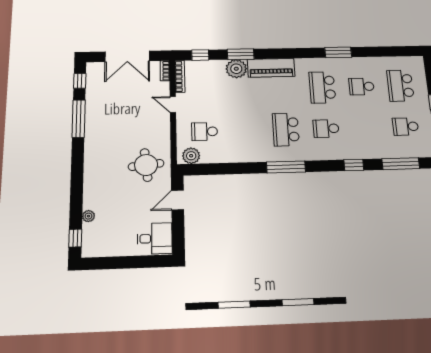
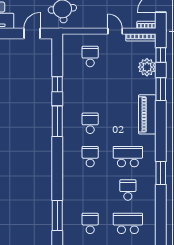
plant: (236, 69) -> (147, 67), moved
door: (173, 105) -> (115, 31), hinge flipped
school desk: (286, 130) -> (90, 123), width x0.54
plant: (191, 156) -> (69, 45), removed
window: (354, 165) -> (57, 84), moved
door: (178, 200) -> (32, 34), hinge flipped

